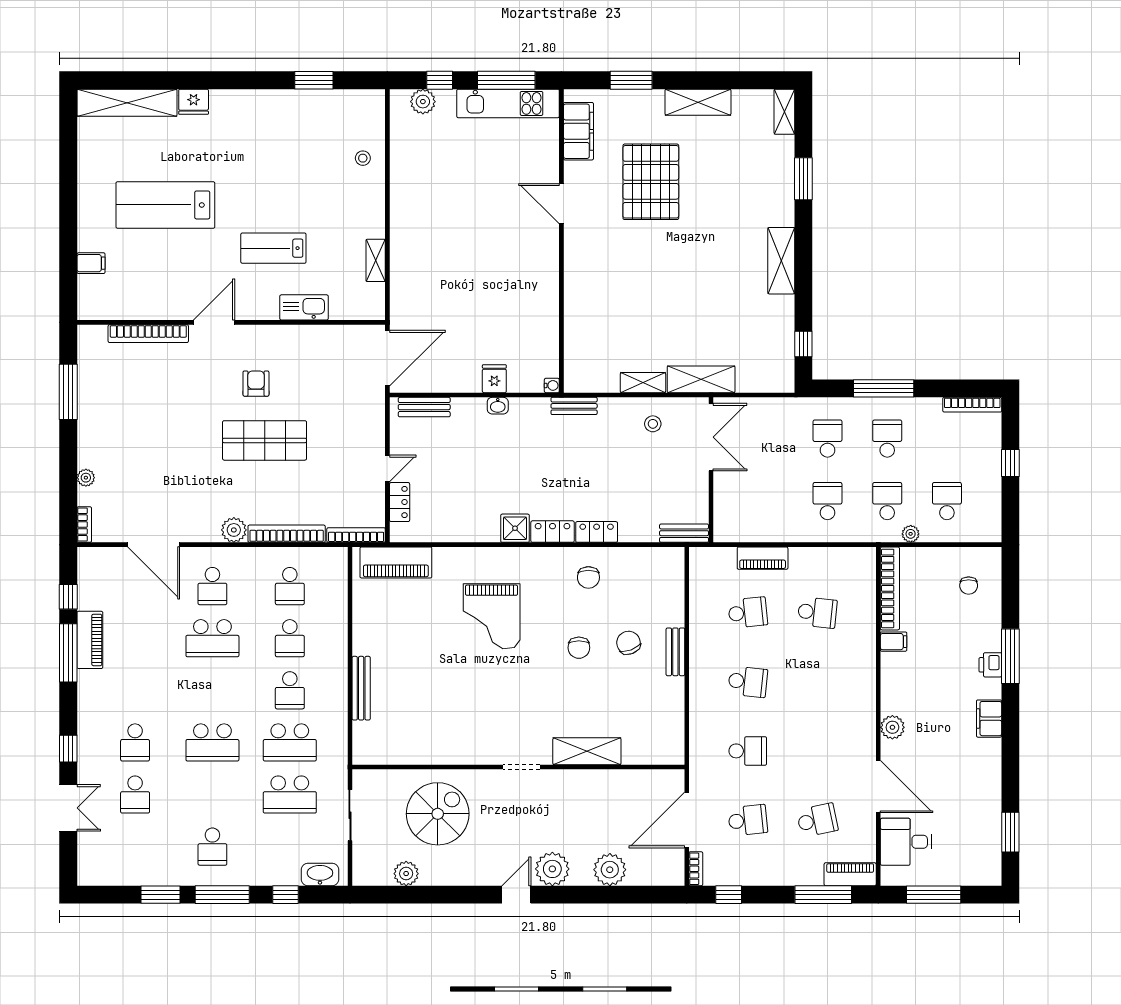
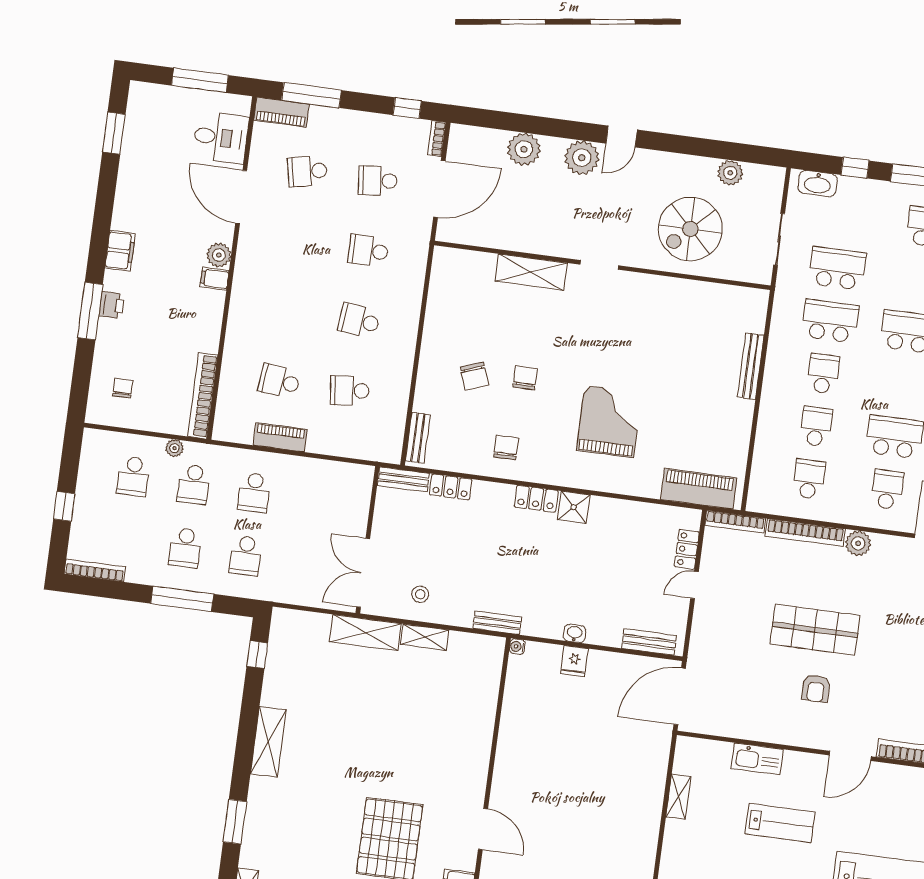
locker: (597, 532) -> (451, 487), moved
piano: (763, 558) -> (280, 437), moved
filing cabinet: (894, 642) -> (215, 279), moved
bench: (675, 652) -> (418, 438), moved

